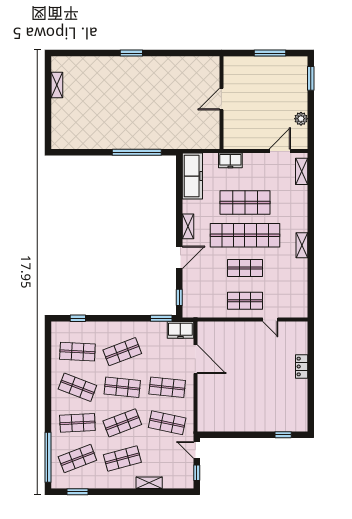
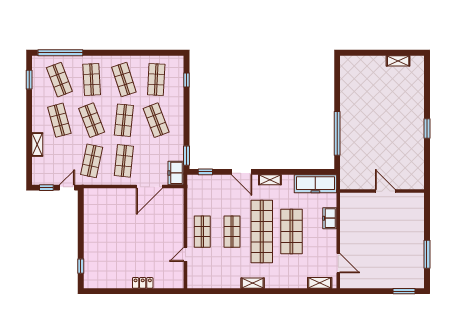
door: (221, 99) -> (385, 191), moved
wall: (221, 103) -> (382, 191), moved
plant: (301, 119) -> (367, 282), removed
shop shelf: (77, 387) -> (124, 80), turned -39

